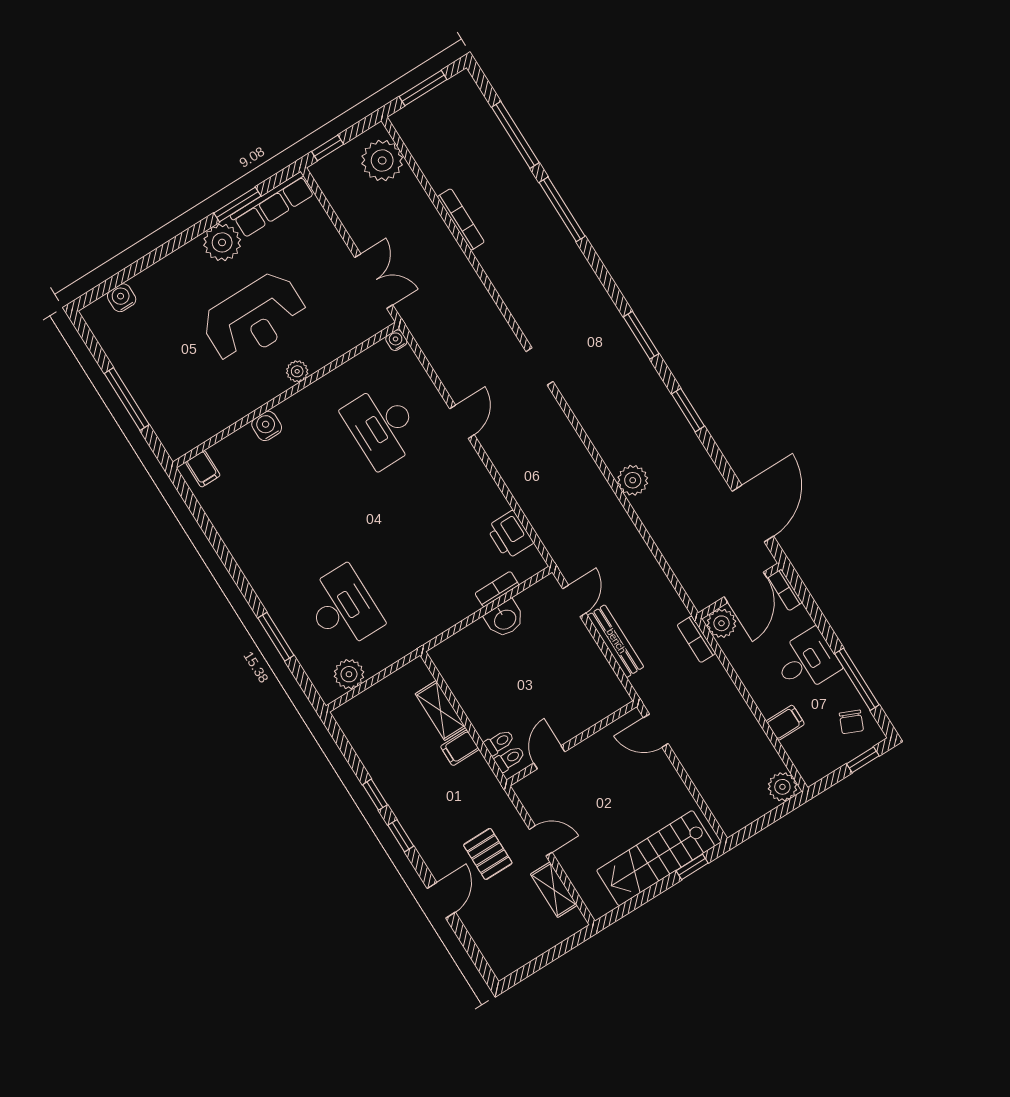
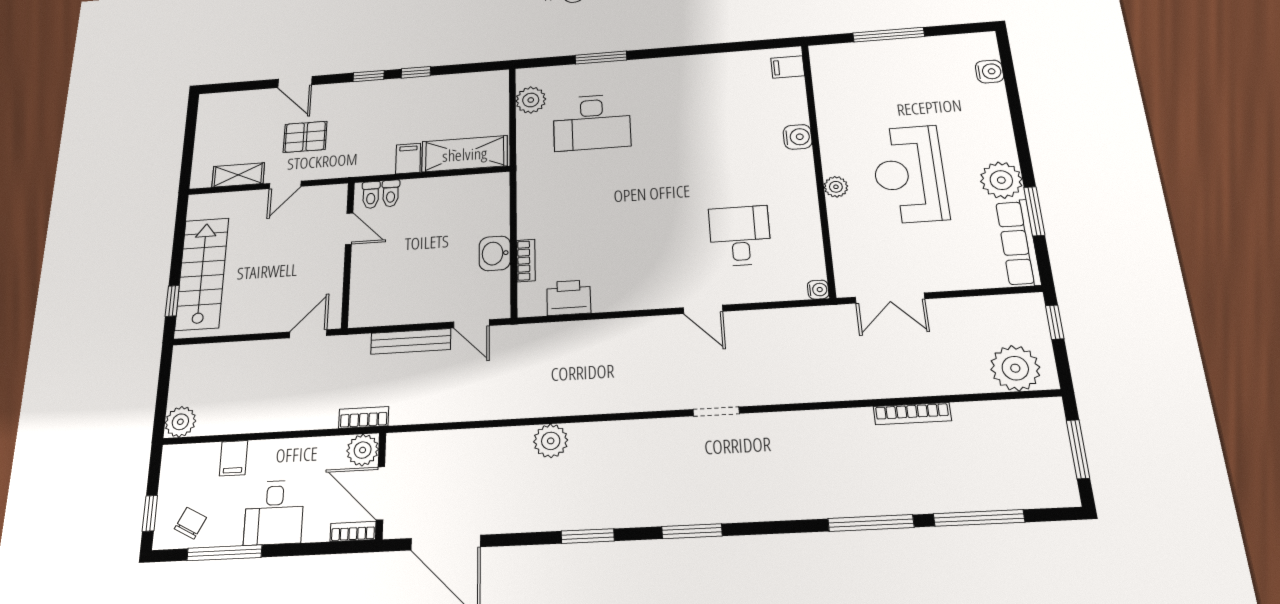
desk: (382, 426) -> (740, 236), width x0.73
shelving: (440, 711) -> (465, 154), width x1.50, depth x1.33
chair: (851, 722) -> (190, 523), turned 95

